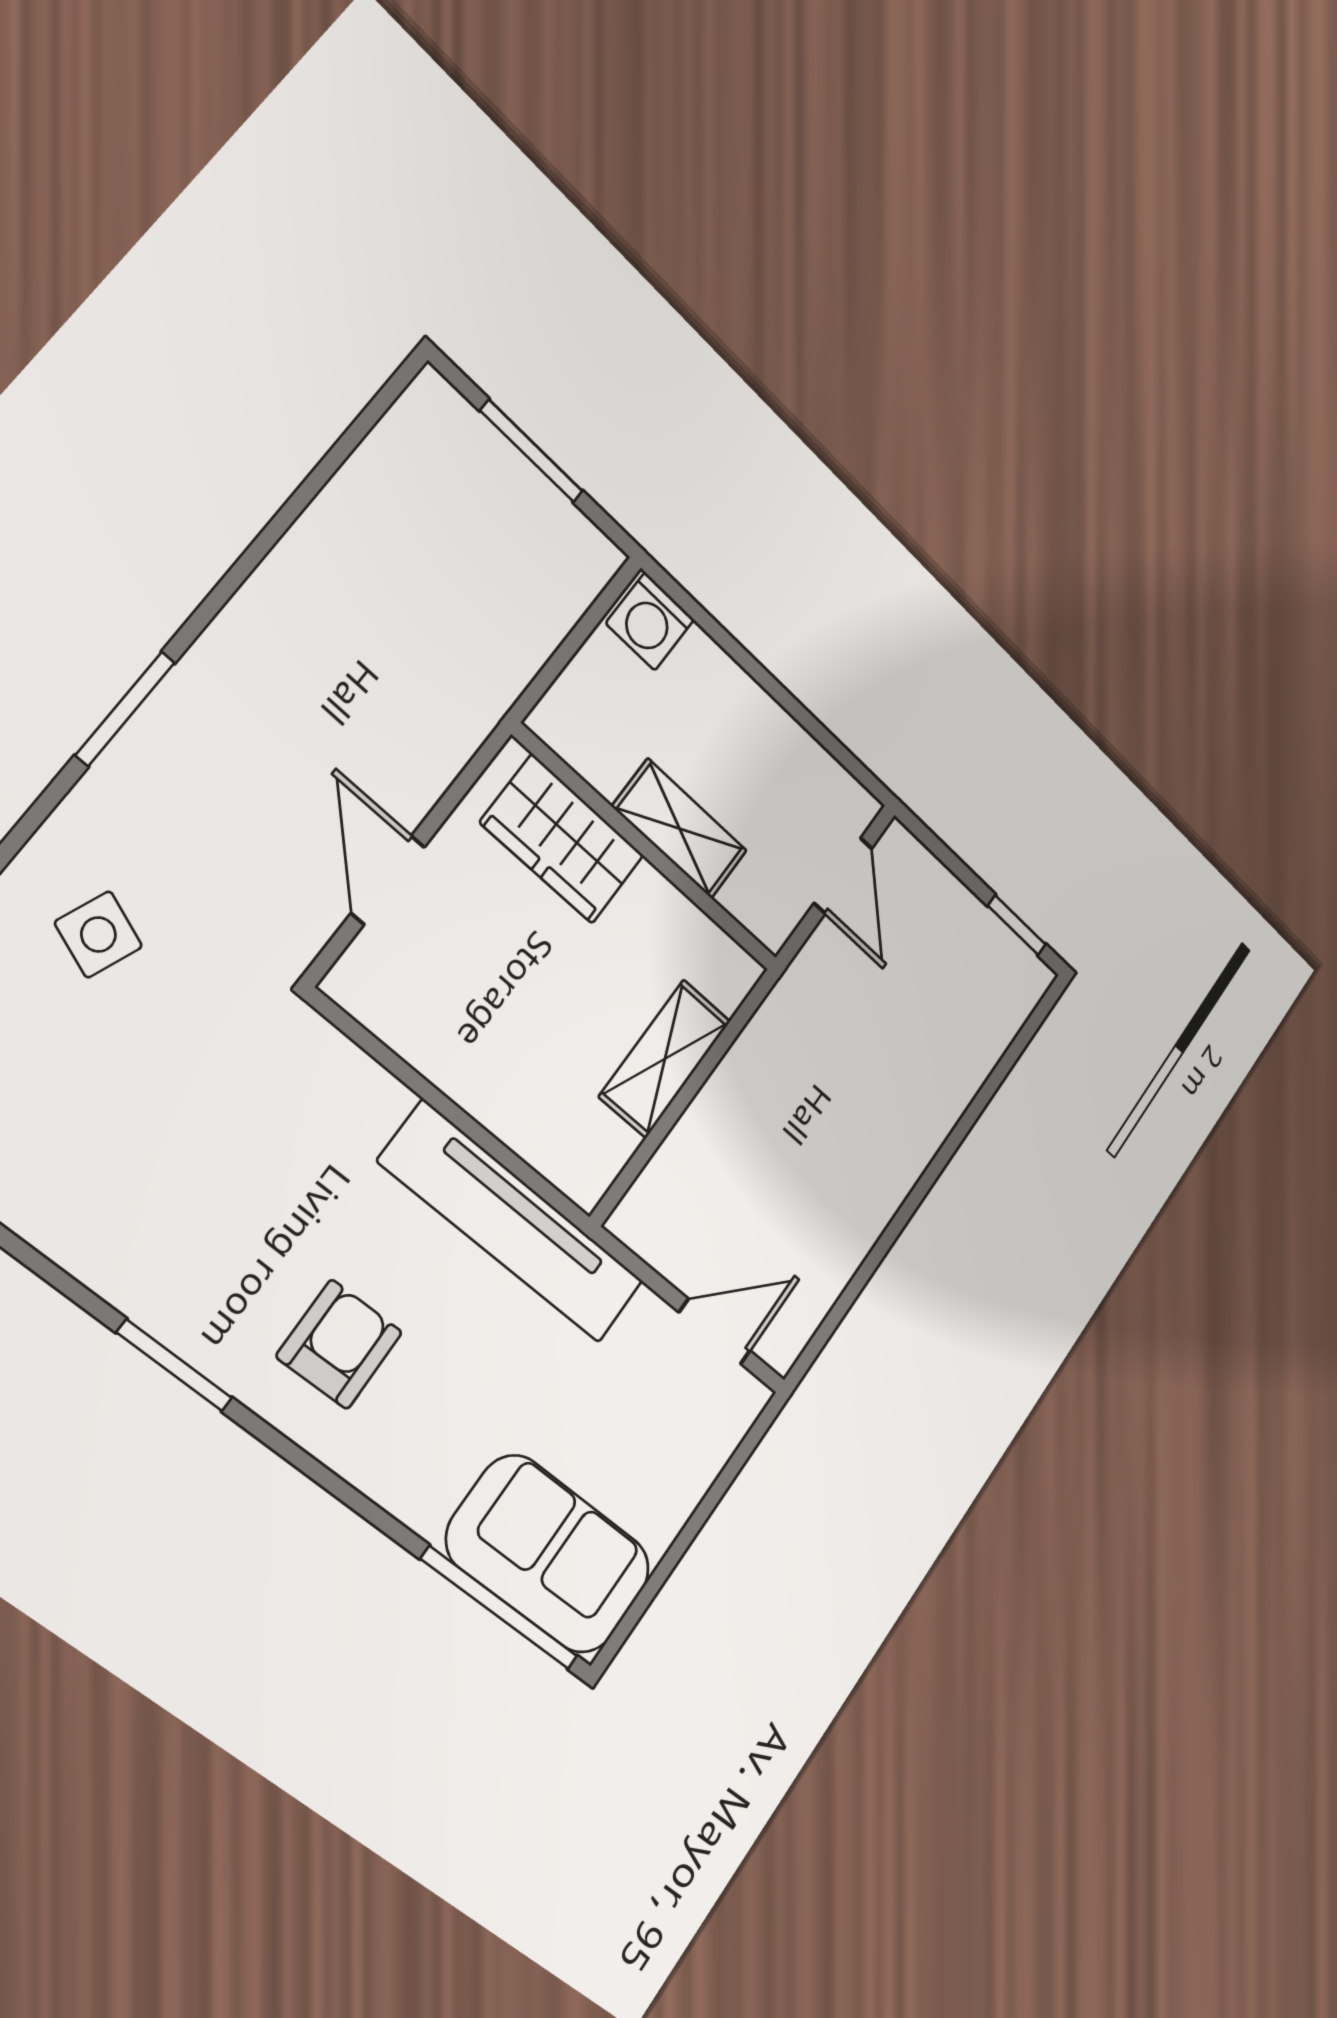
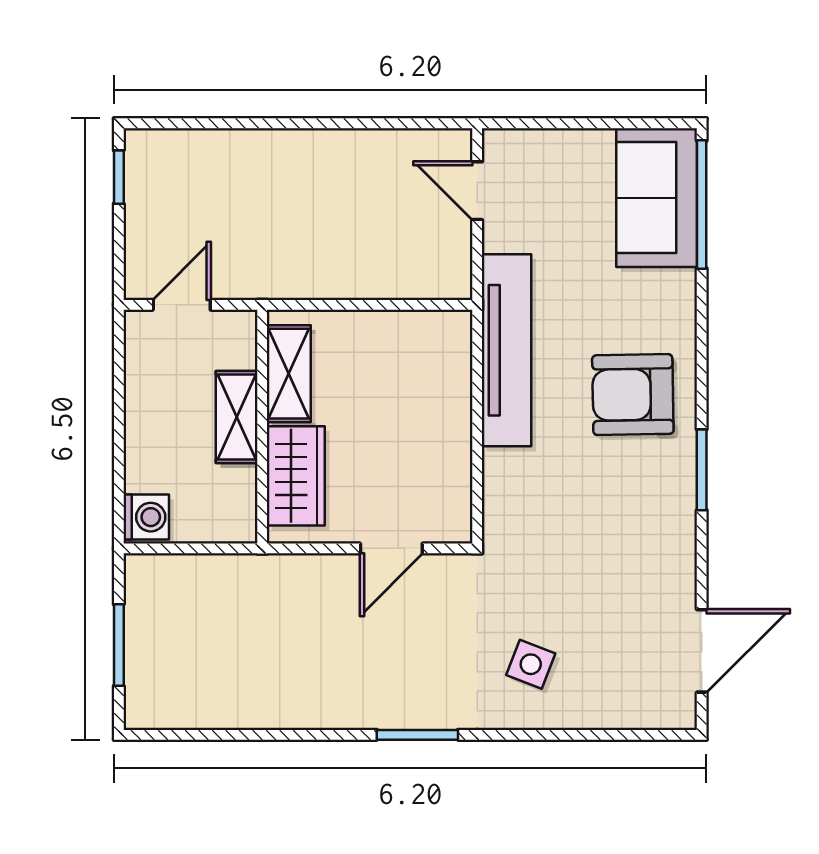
shelving: (665, 1059) -> (289, 374), moved, turned 90
armchair: (339, 1344) -> (633, 395), width x1.38, depth x1.38

